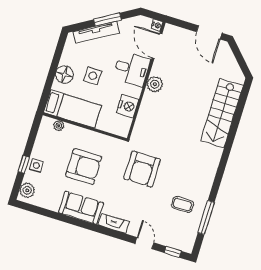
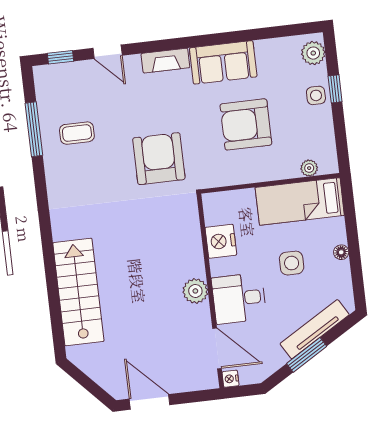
floor lamp: (64, 75) -> (341, 252), width x0.53, depth x0.53

